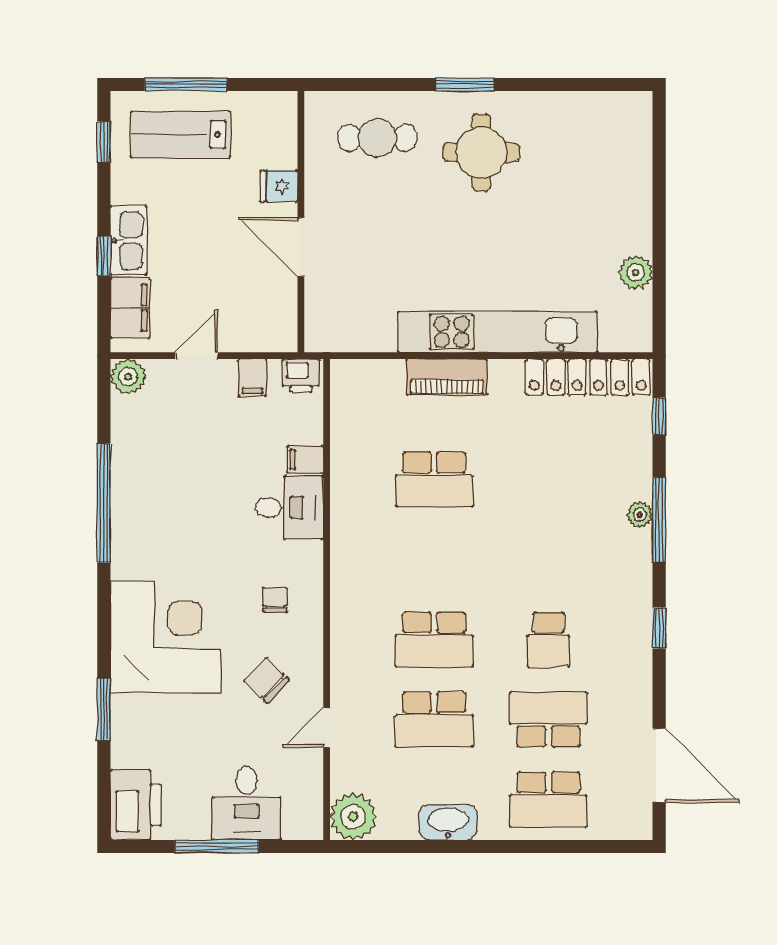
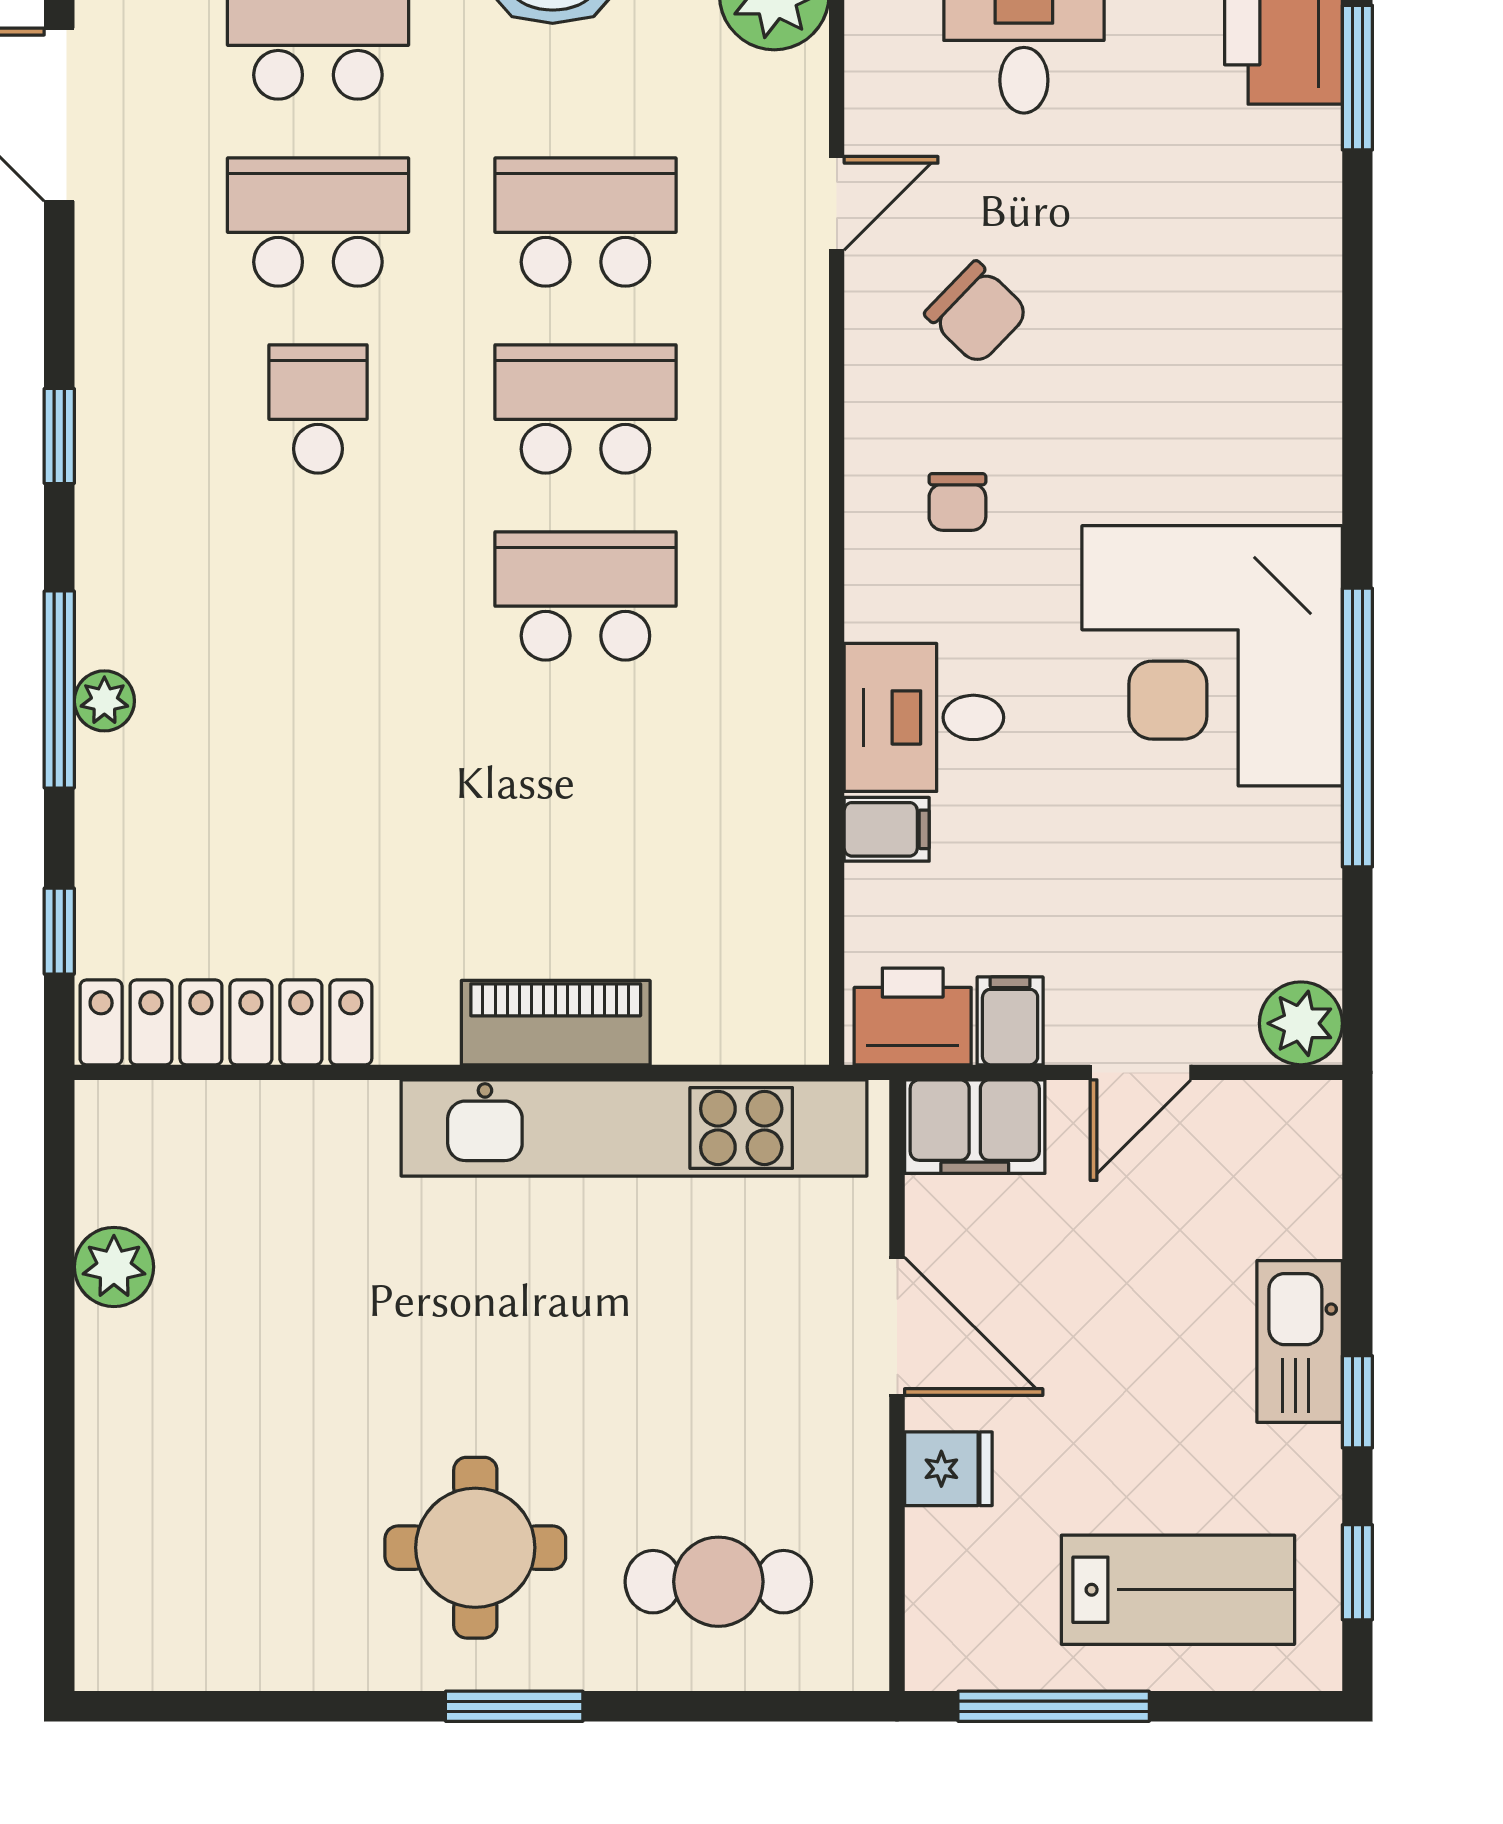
window: (186, 85) -> (1054, 1706), moved
window: (104, 256) -> (1357, 1402), moved
filing cabinet: (130, 308) -> (975, 1127), moved, turned -90
kitchen unit: (497, 332) -> (634, 1128), moved
printer: (301, 376) -> (913, 1016), width x1.36, depth x1.24
school desk: (434, 480) -> (585, 596), moved
corner desk: (166, 637) -> (1212, 656), moved
window: (104, 709) -> (1357, 78), moved
school desk: (549, 719) -> (318, 222), turned 180

